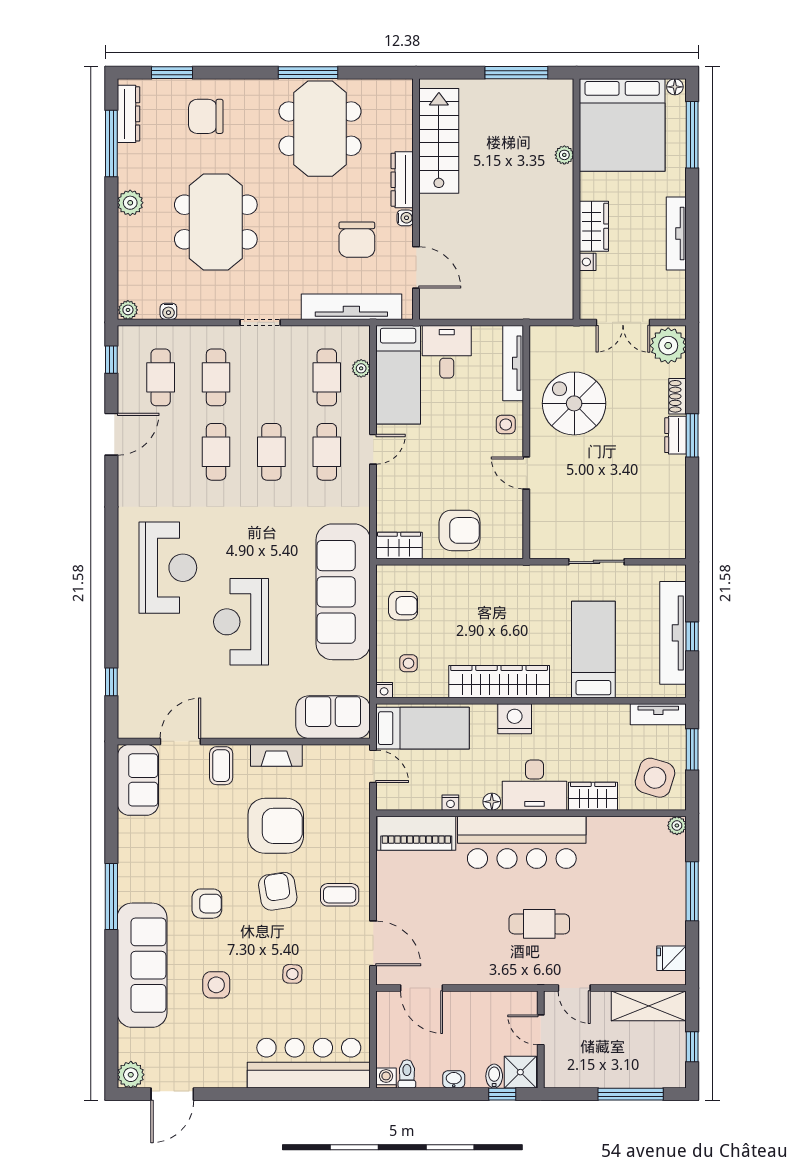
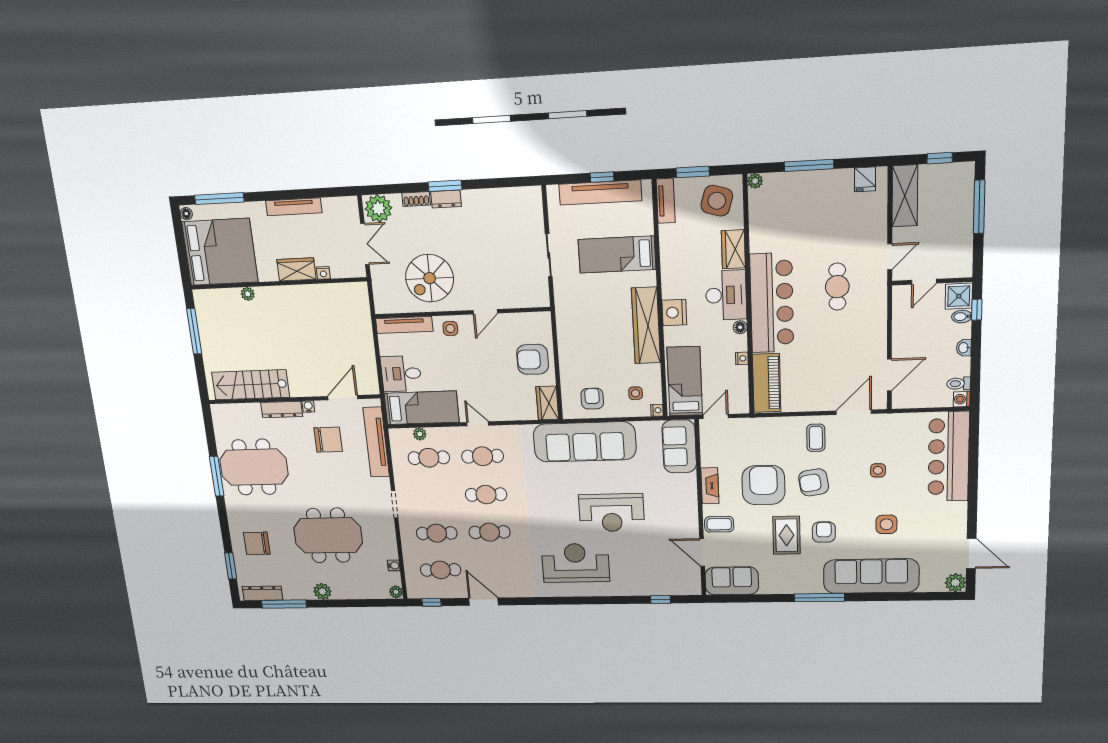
chair: (206, 116) -> (257, 543), turned 90
armchair: (460, 530) -> (533, 359), turned -90
rug: (203, 854) -> (786, 535), added

